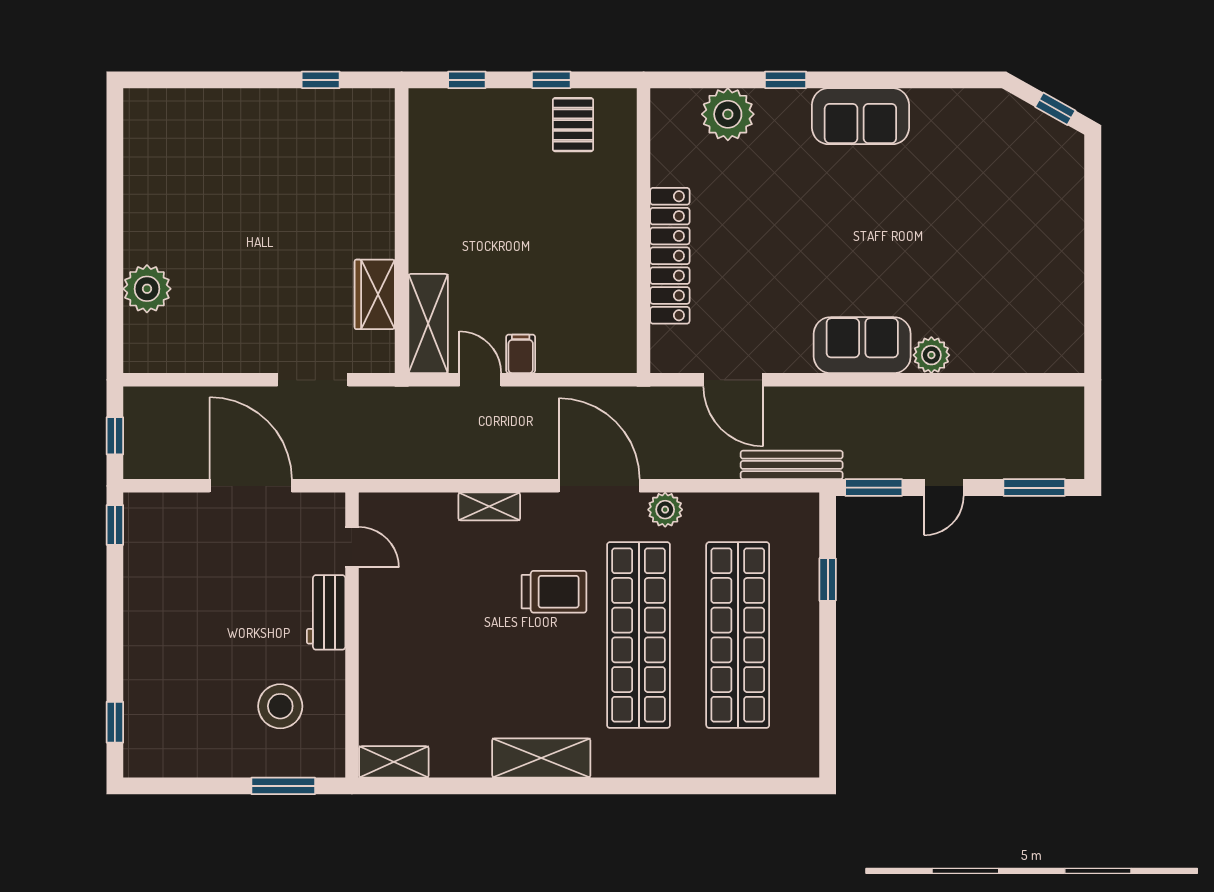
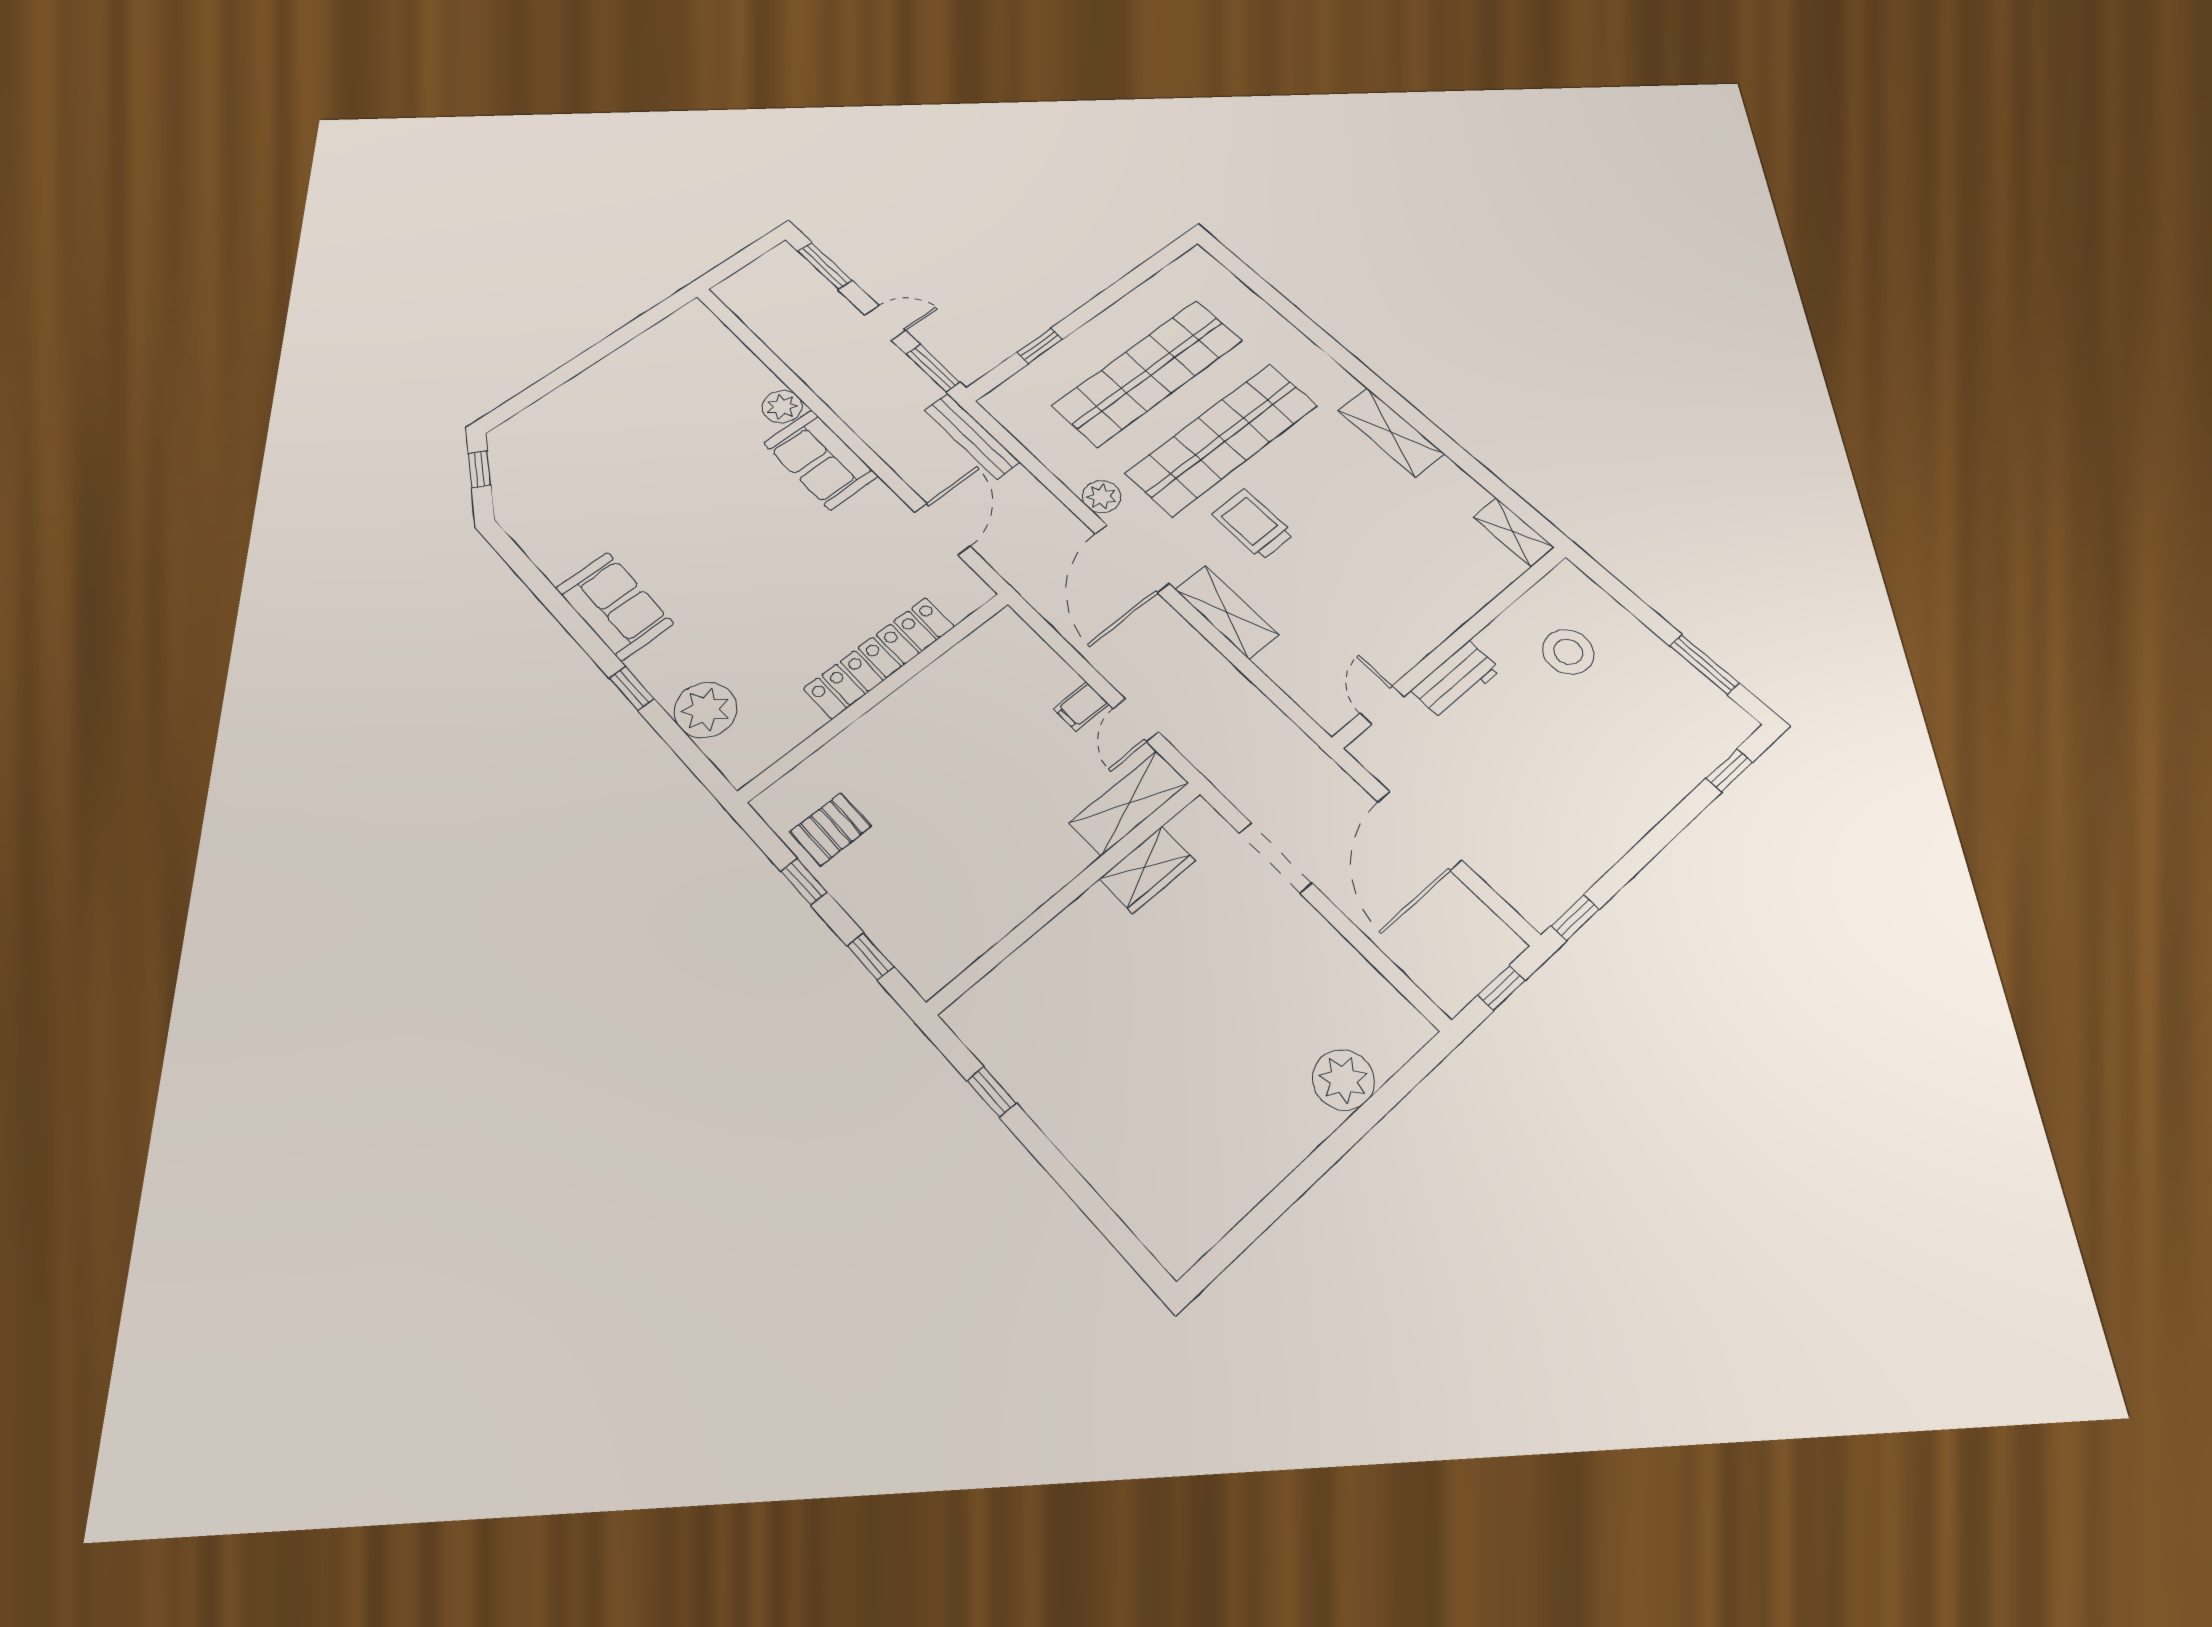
shelving: (489, 506) -> (1227, 612), width x1.50, depth x1.33
window: (283, 786) -> (1704, 664), moved

